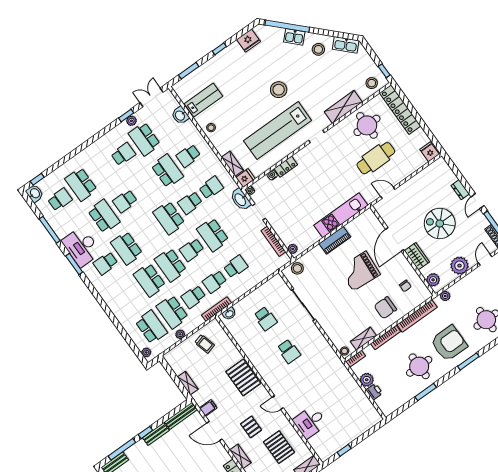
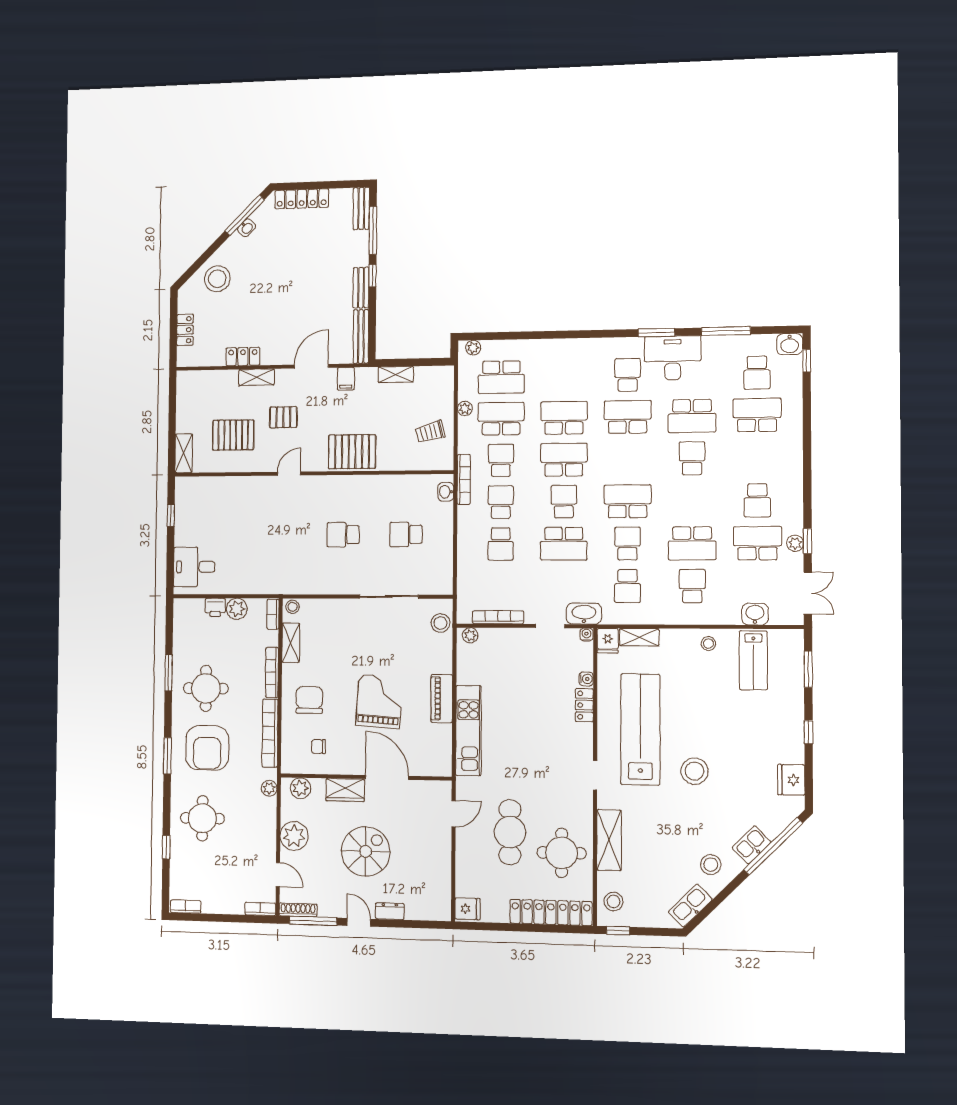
school desk: (213, 235) -> (564, 544), turned 180
desk: (310, 422) -> (194, 567), moved, turned -90

